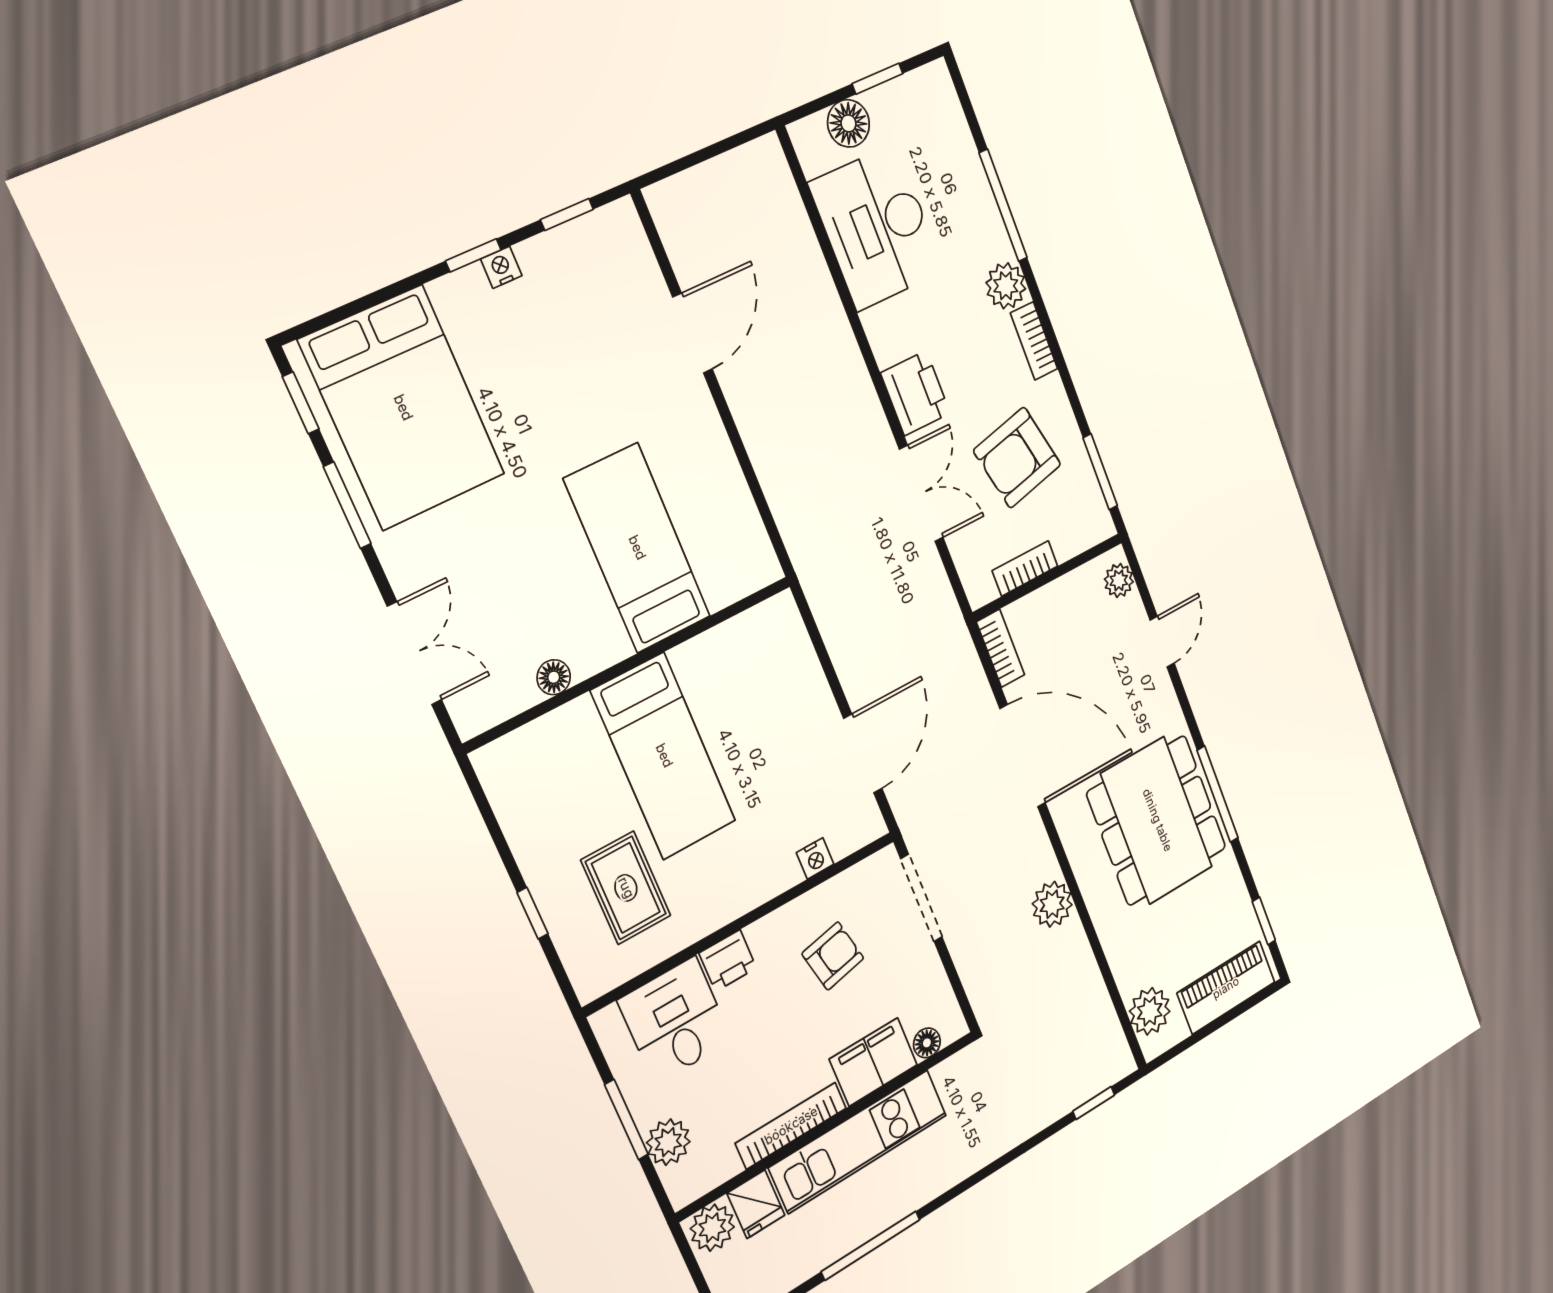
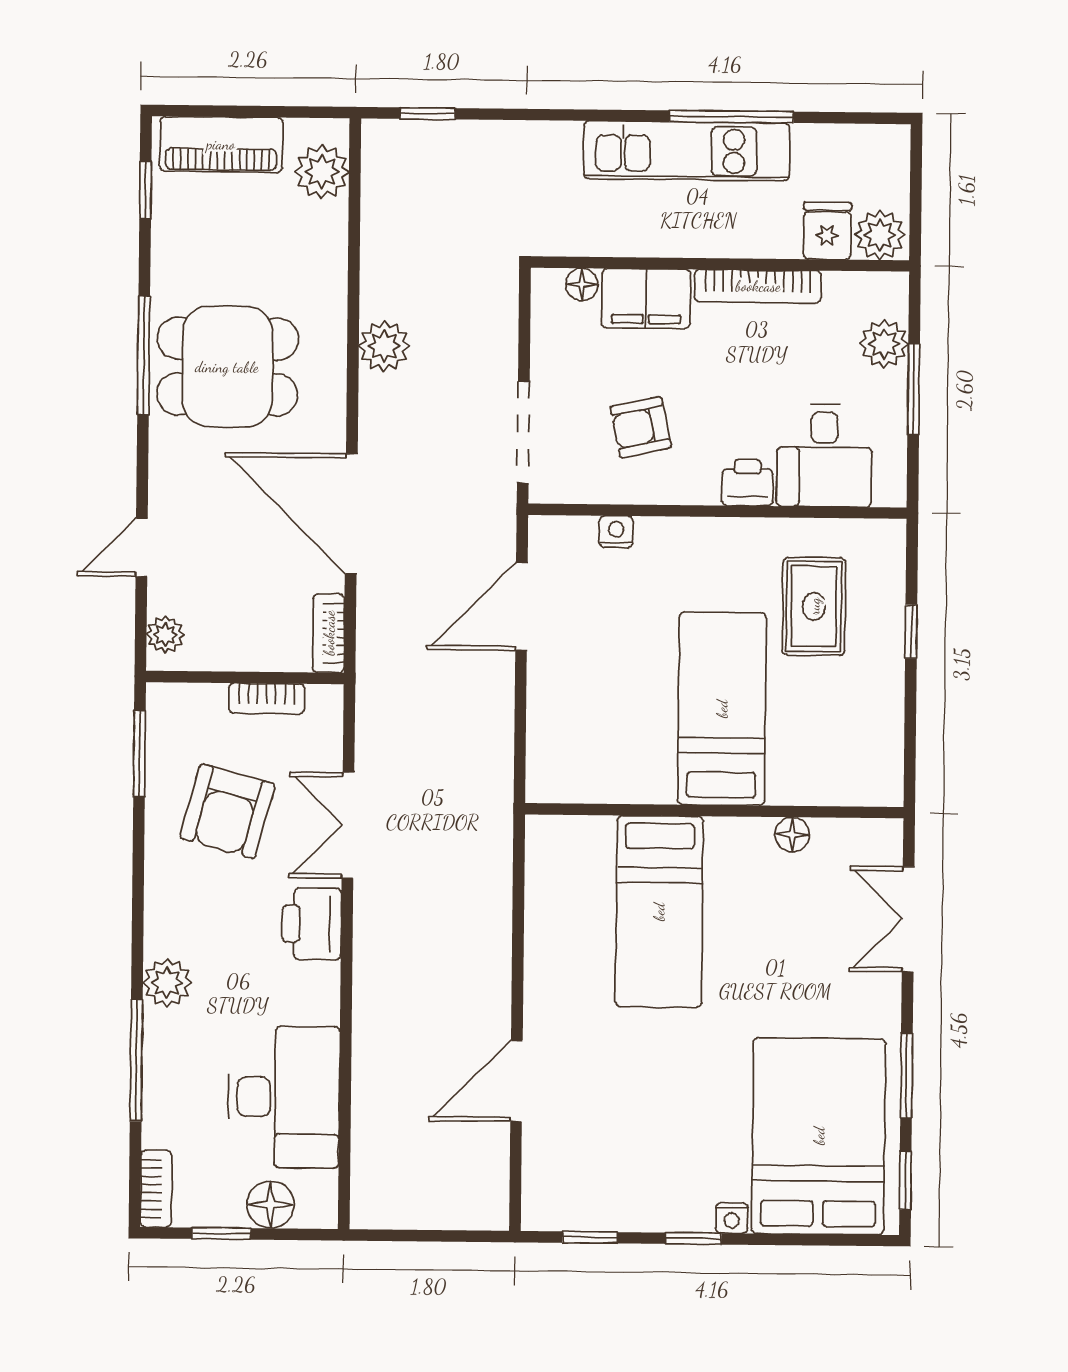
nightstand: (501, 267) -> (732, 1218), moved
bookcase: (1034, 341) -> (156, 1189), moved
armchair: (1017, 458) -> (228, 811), turned 118
dining table: (1157, 820) -> (227, 367), width x0.73
kitchen unit: (858, 1141) -> (687, 151), moved, turned 180

